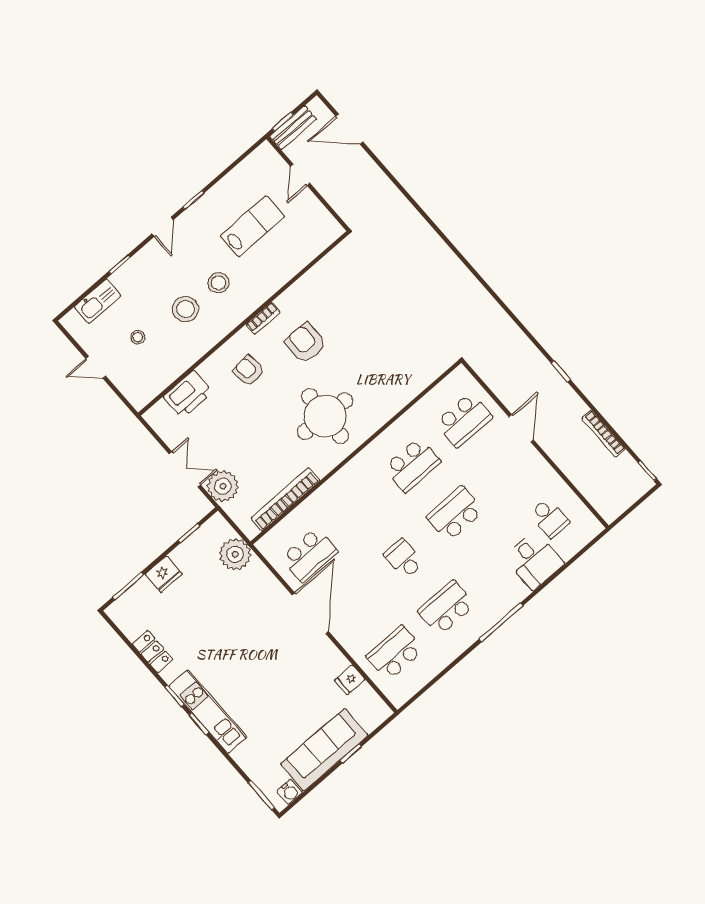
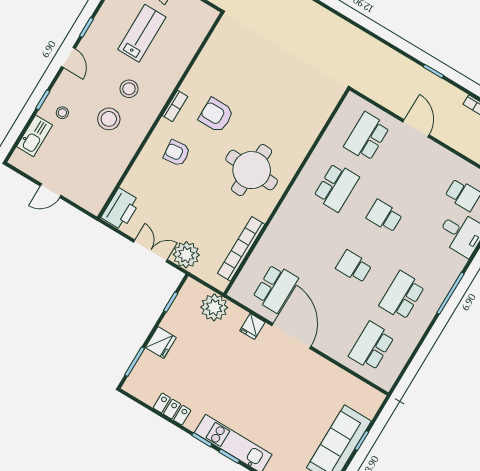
stool: (138, 337) -> (62, 113), moved
printer: (188, 394) -> (121, 209), moved
school desk: (464, 420) -> (367, 137), turned 180
school desk: (455, 514) -> (384, 216), width x0.54
fridge: (350, 680) -> (252, 326), moved

